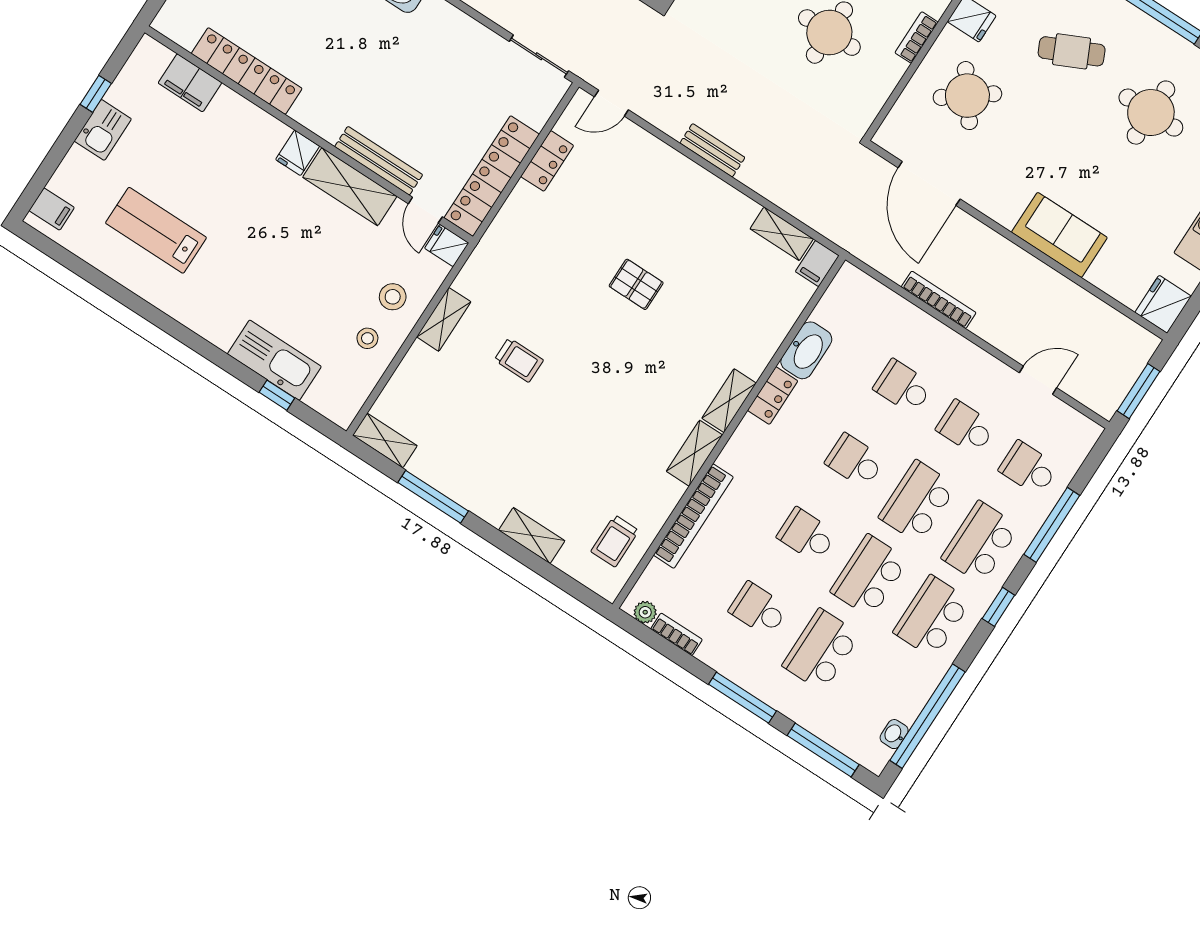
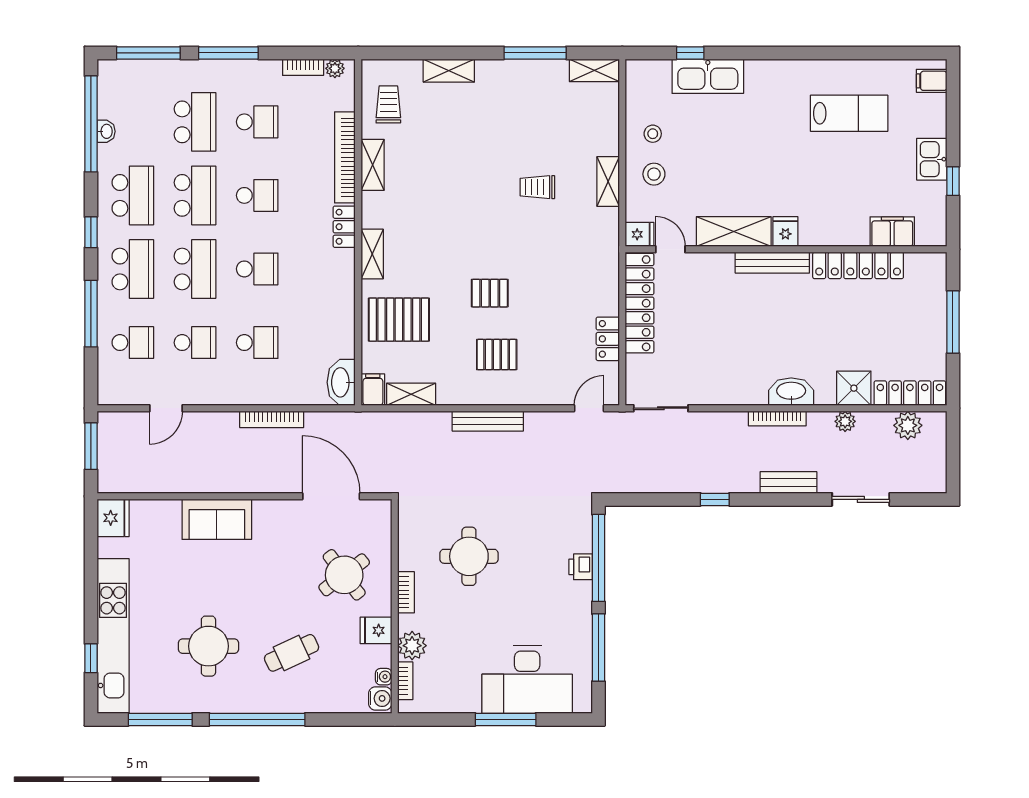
bench: (712, 150) -> (488, 421), width x1.36
bench: (379, 161) -> (772, 263), moved
pallet: (669, 218) -> (497, 355), added
pallet: (745, 317) -> (399, 320), added
washbasin: (806, 350) -> (341, 382), moved
locker: (773, 396) -> (344, 227), moved
shelving: (694, 453) -> (373, 165), moved
washbasin: (894, 734) -> (106, 131), moved

